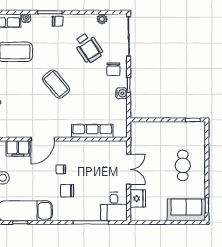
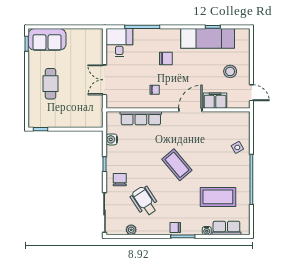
water cooler: (122, 93) -> (112, 139), moved
chair: (61, 169) -> (155, 90), moved
fridge: (138, 199) -> (95, 51), removed

